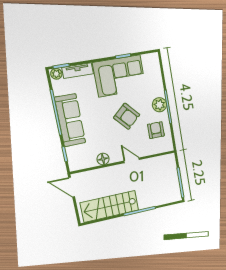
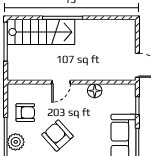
armchair: (156, 130) -> (25, 113), turned -90
door: (132, 160) -> (61, 82), hinge flipped
stairs: (110, 206) -> (41, 32), moved

